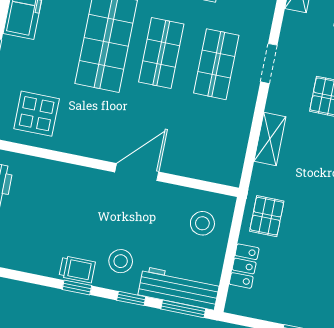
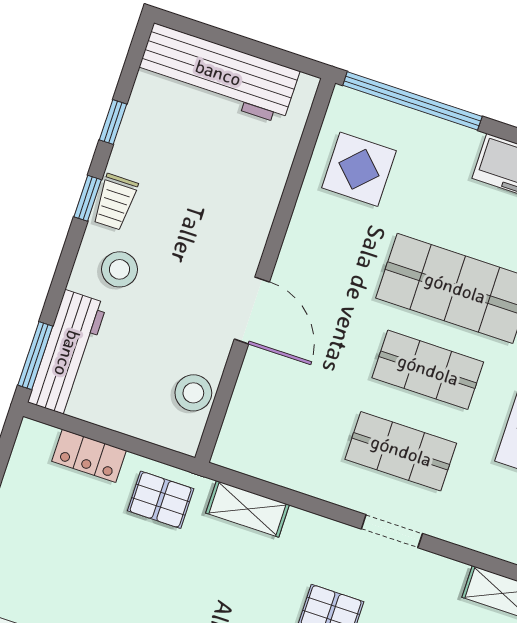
shelving: (270, 139) -> (248, 509), moved
stool: (202, 223) -> (193, 393), moved
window: (131, 298) -> (113, 122), moved

